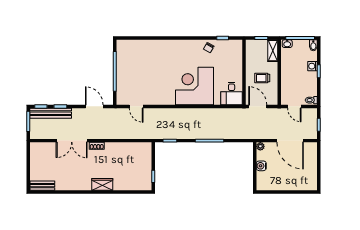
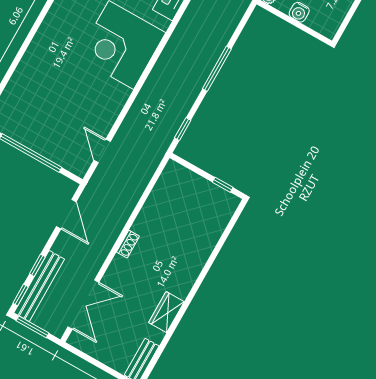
door: (94, 106) -> (66, 214), swing flipped
door: (136, 106) -> (102, 151), swing flipped
double door: (72, 141) -> (83, 305), moved
wardrobe: (102, 184) -> (166, 312), moved

